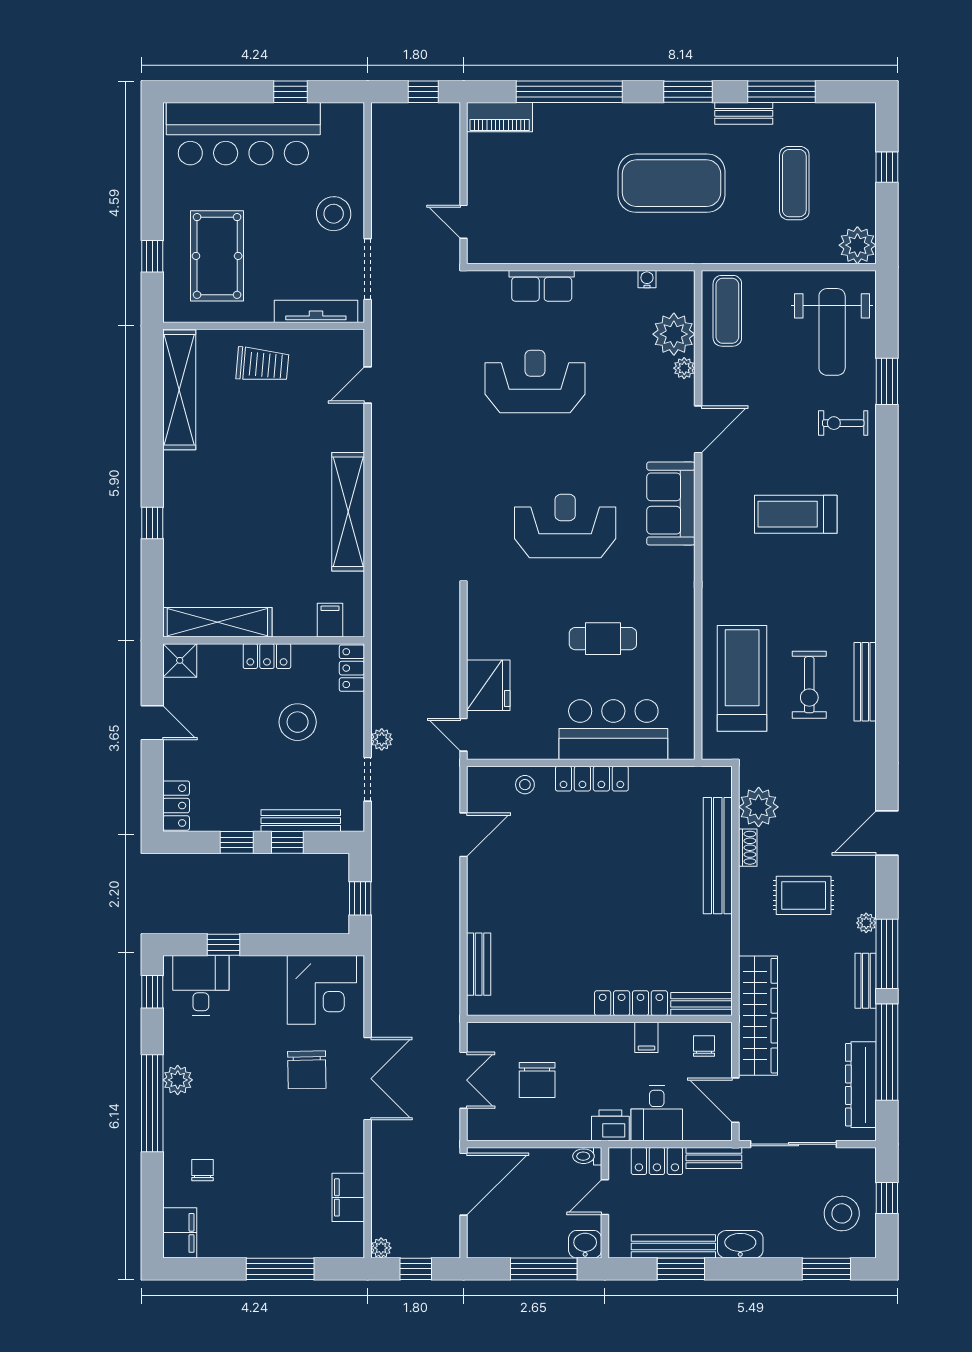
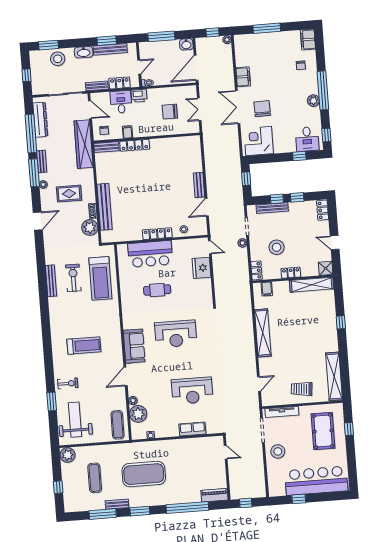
bench: (479, 964) -> (199, 185), moved
chair: (537, 1080) -> (170, 112), turned -90
filing cabinet: (348, 1197) -> (243, 77), moved
stool: (842, 1213) -> (58, 59), moved
washbasin: (585, 1244) -> (186, 44), moved

